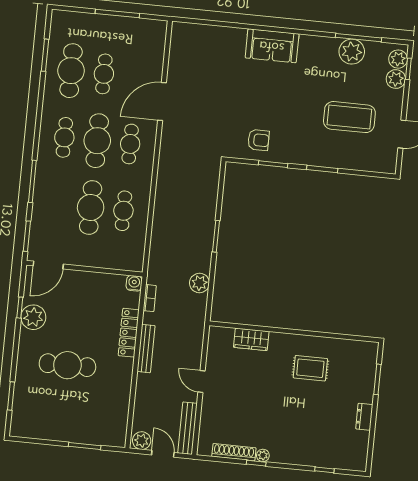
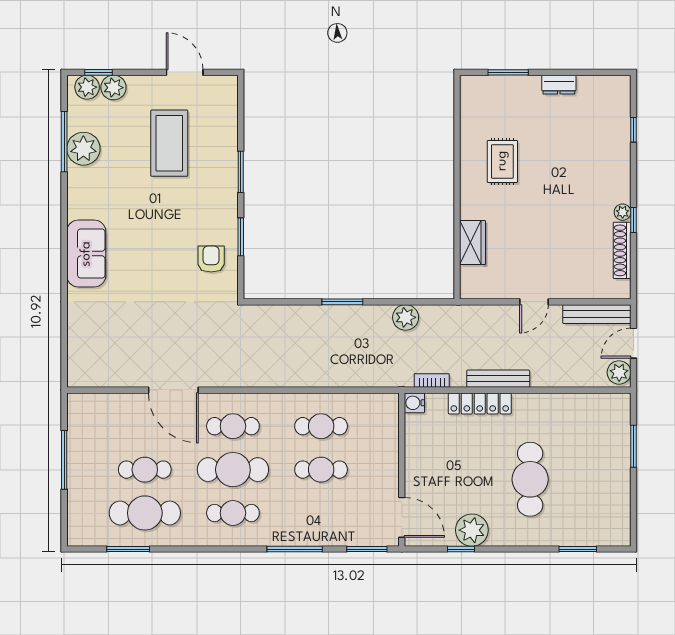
cafe table: (91, 207) -> (321, 470), width x0.73, depth x0.74

